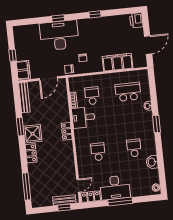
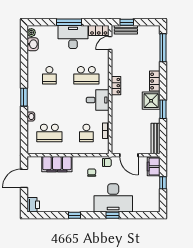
door: (48, 78) -> (129, 155), swing flipped
desk: (83, 117) -> (98, 100), moved
locker: (67, 131) -> (116, 86), moved
school desk: (98, 152) -> (86, 75), width x1.85
washbasin: (152, 162) -> (33, 44), moved

